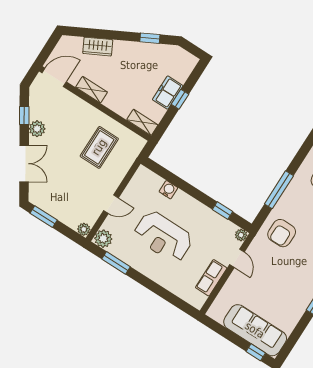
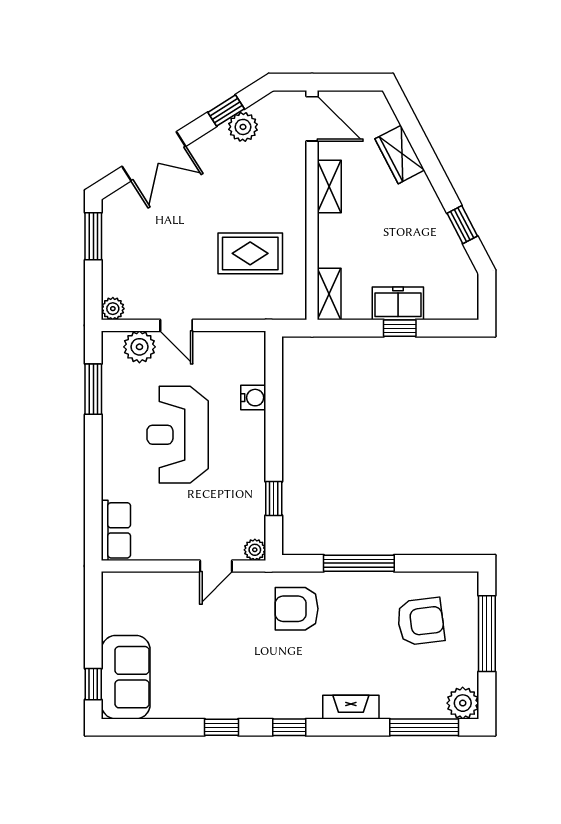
plant: (37, 129) -> (243, 127), moved
plant: (103, 239) -> (139, 347), moved
row of seats: (211, 278) -> (116, 530), moved, turned 90
sofa: (255, 330) -> (126, 677), width x0.73

